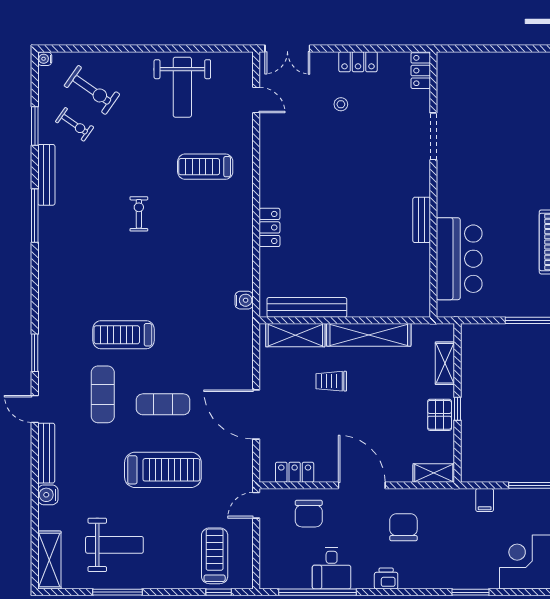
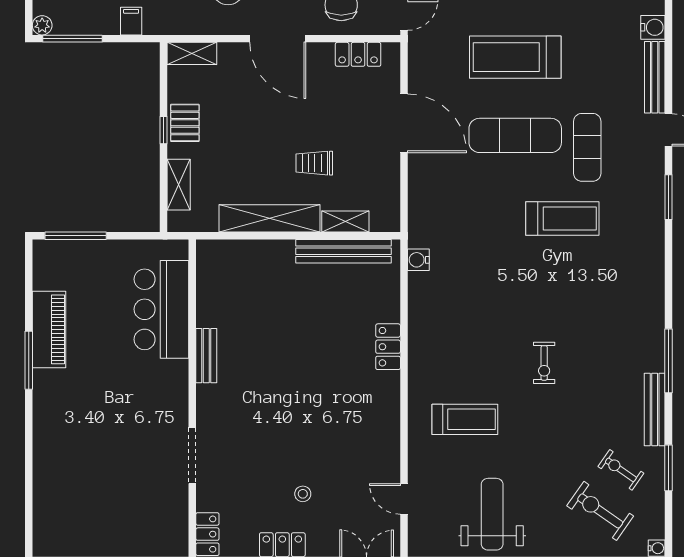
shelving: (295, 335) -> (345, 222), width x0.67, depth x0.75
trolley: (331, 381) -> (314, 163), turned 180
exercise mat: (163, 404) -> (515, 135), width x1.36, depth x1.45

